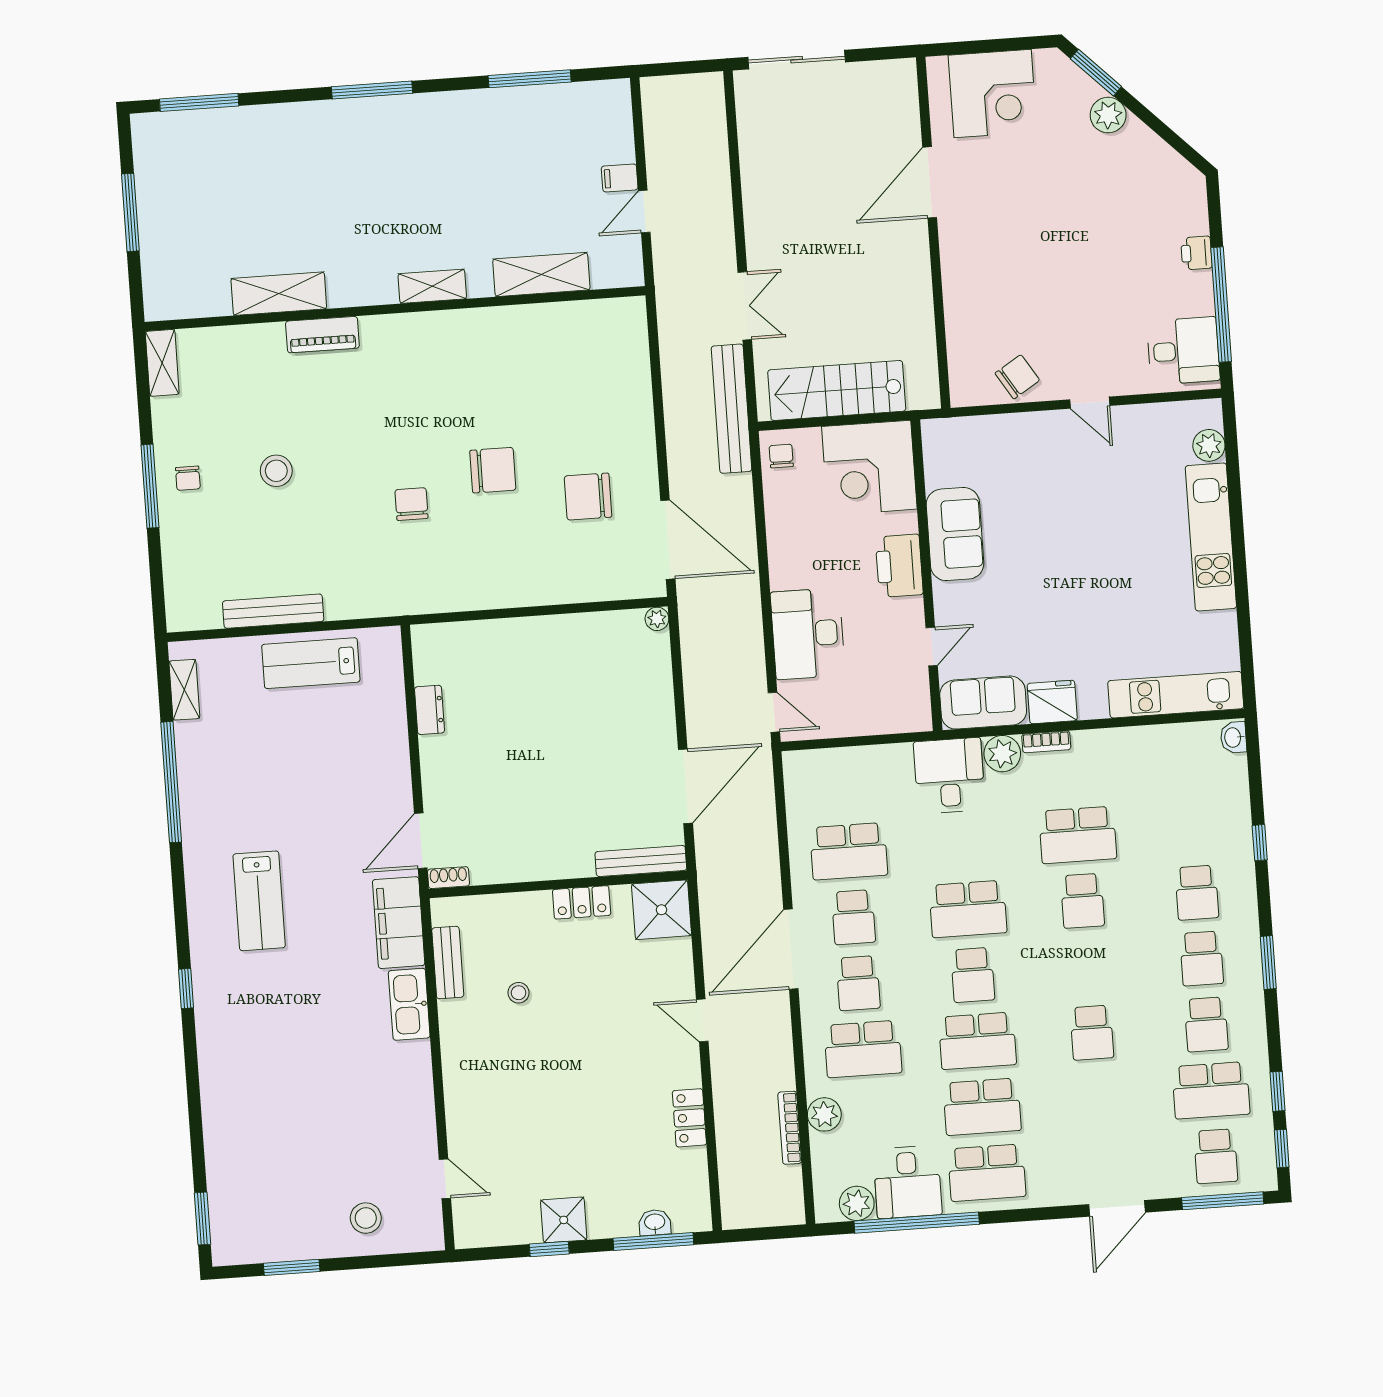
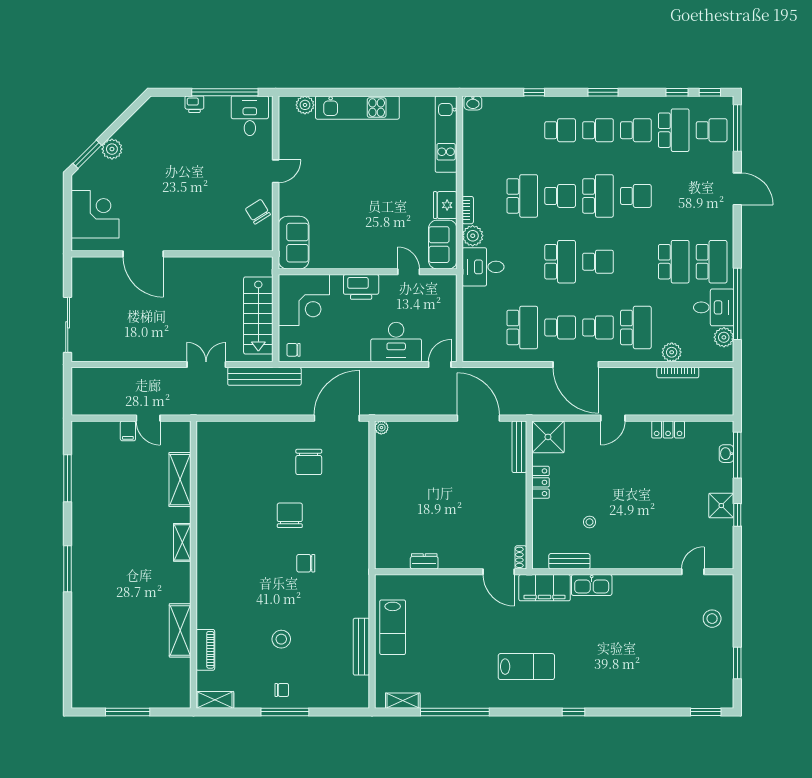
window: (199, 102) -> (68, 668), removed
piano: (322, 335) -> (205, 650), moved
sofa: (955, 534) -> (294, 243), moved, turned 90
school desk: (977, 1041) -> (598, 196), moved

